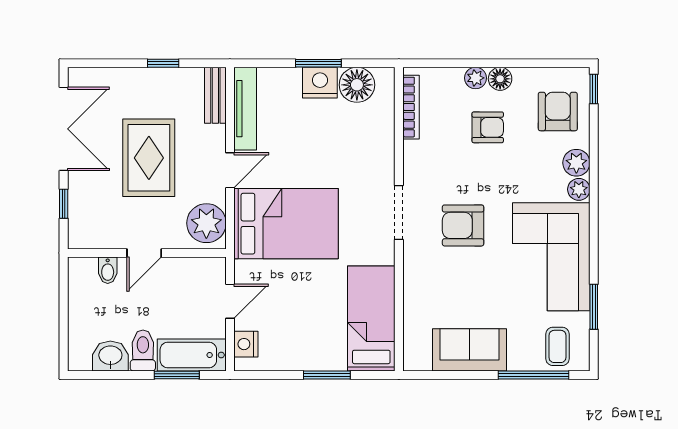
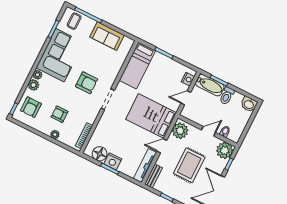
floor lamp: (500, 79) -> (46, 130), removed
plant: (88, 229) -> (225, 150), added
washbasin: (110, 356) -> (249, 104), moved

